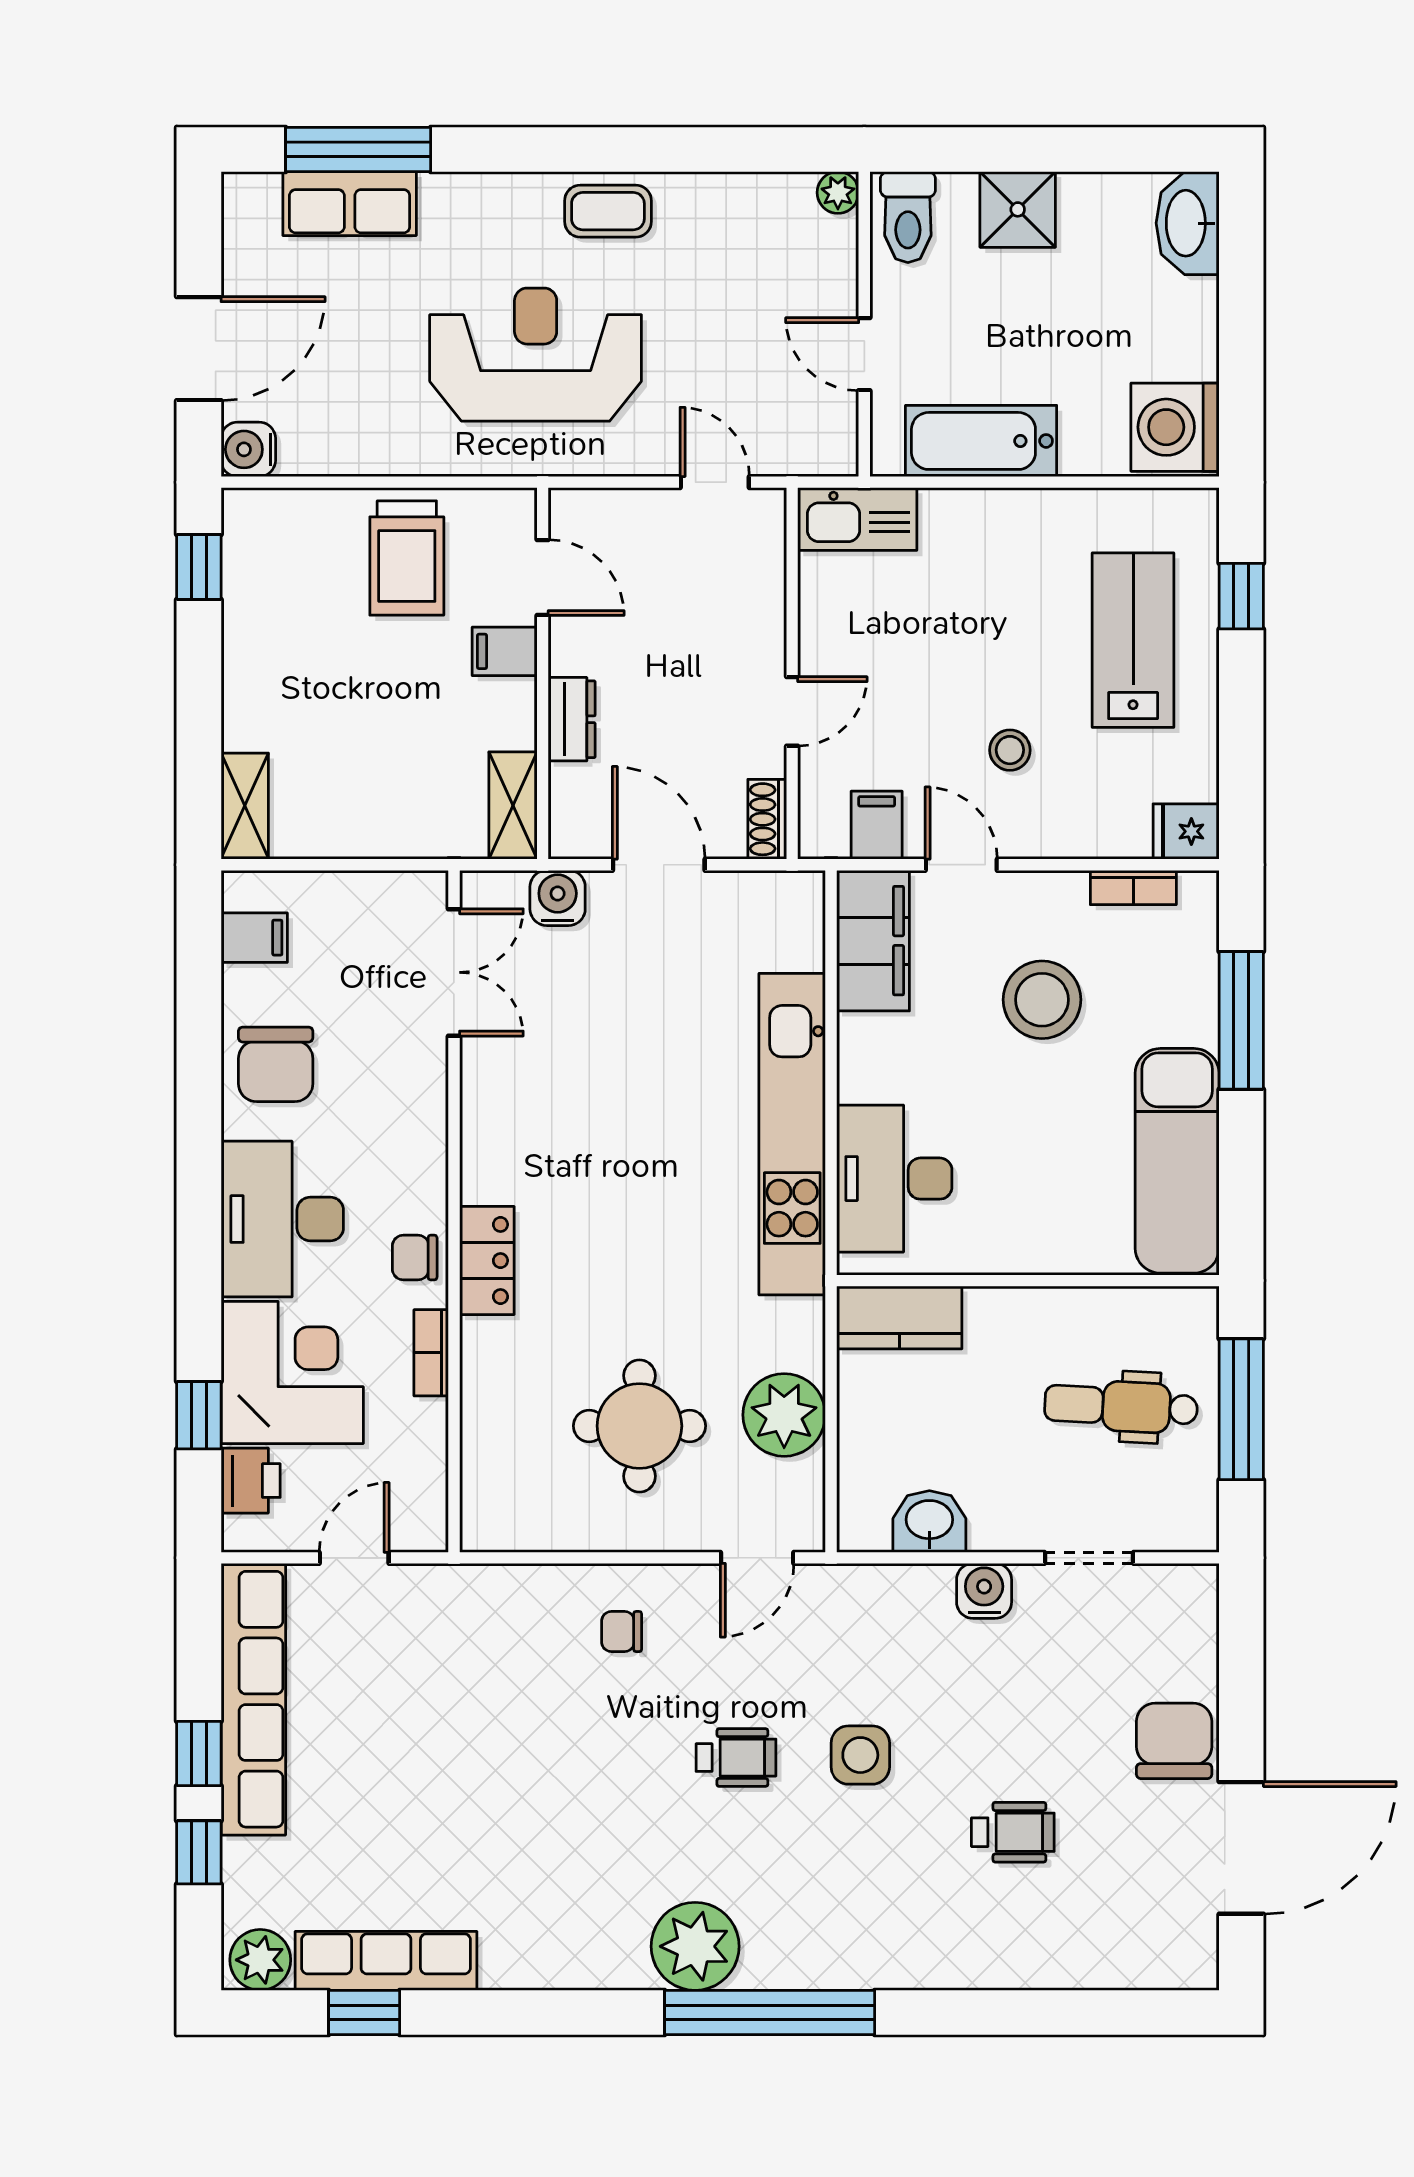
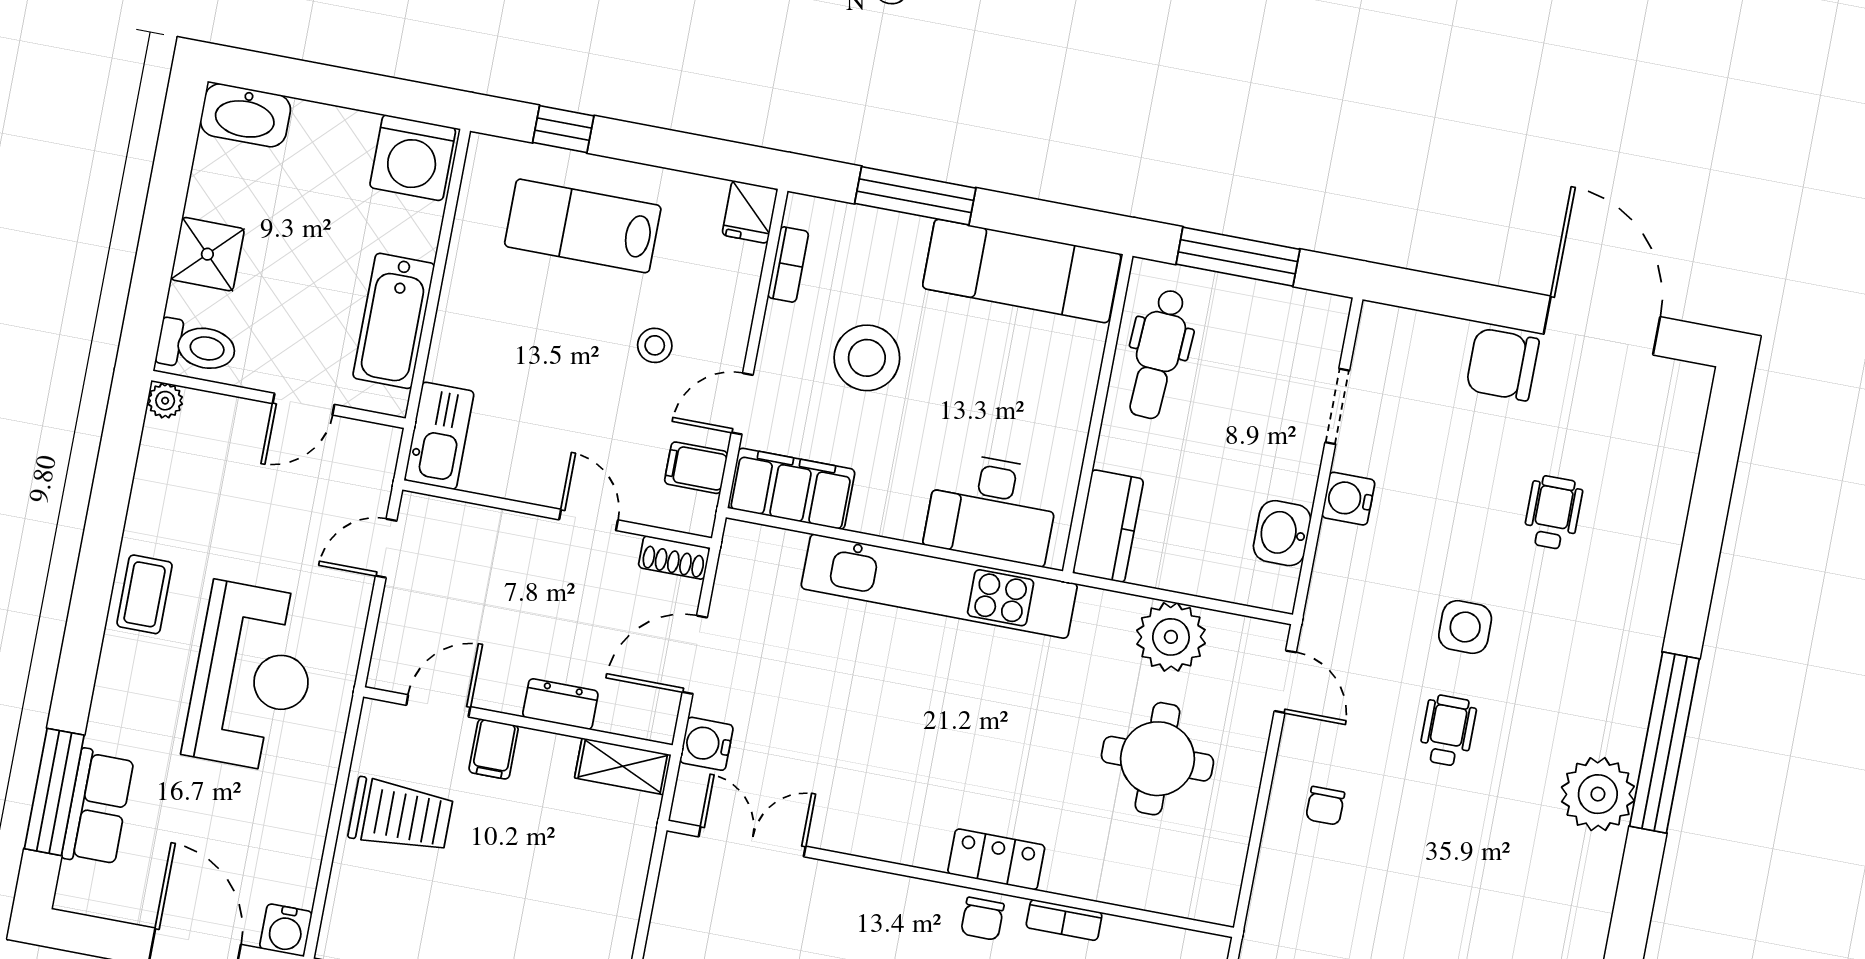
reception desk: (536, 355) -> (252, 677), turned 180
dental chair: (1121, 1406) -> (1158, 354), moved

